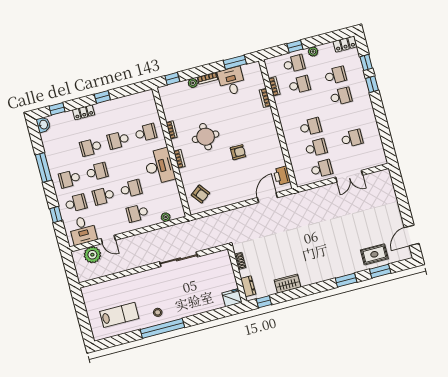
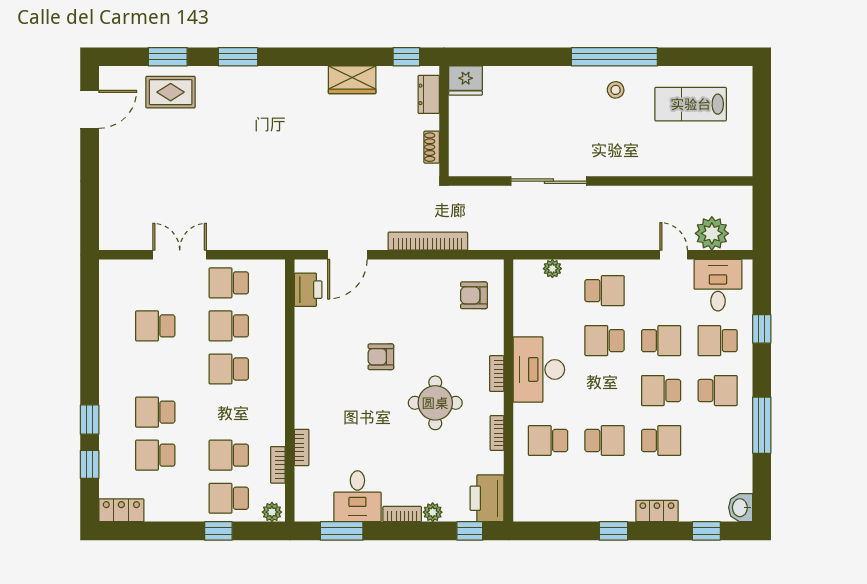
plant: (313, 52) -> (272, 512), moved
printer: (168, 97) -> (487, 498), added
armchair: (200, 194) -> (474, 295), turned -53
bookcase: (230, 215) -> (428, 241), added

